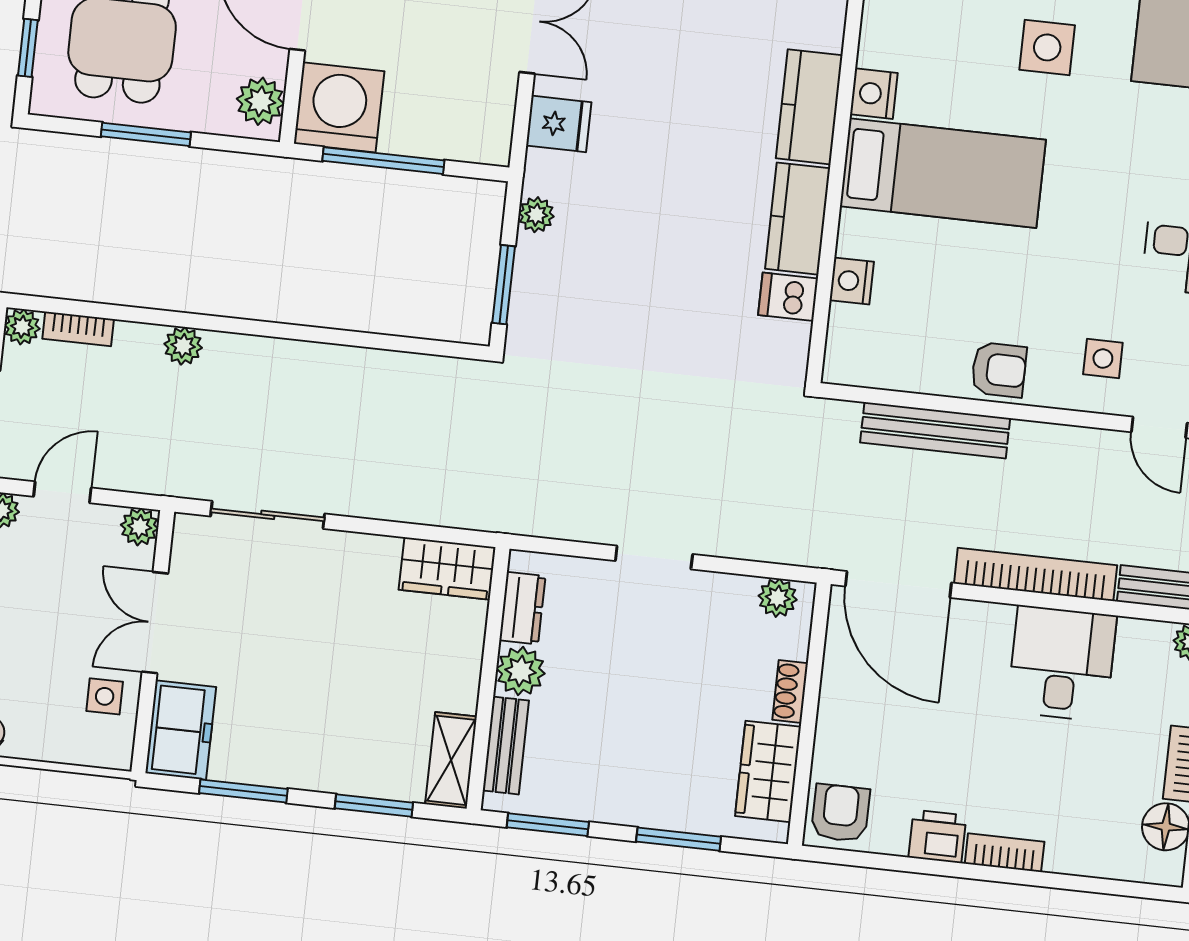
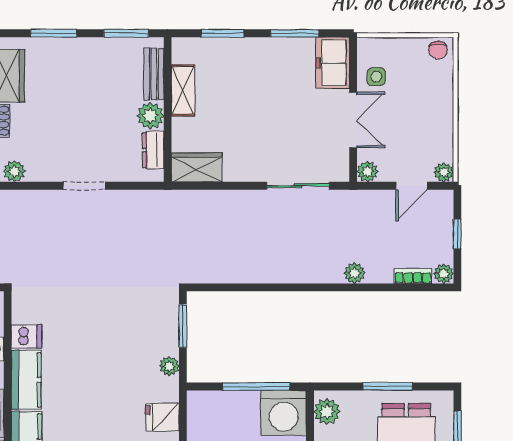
shelving: (451, 760) -> (183, 90), moved

